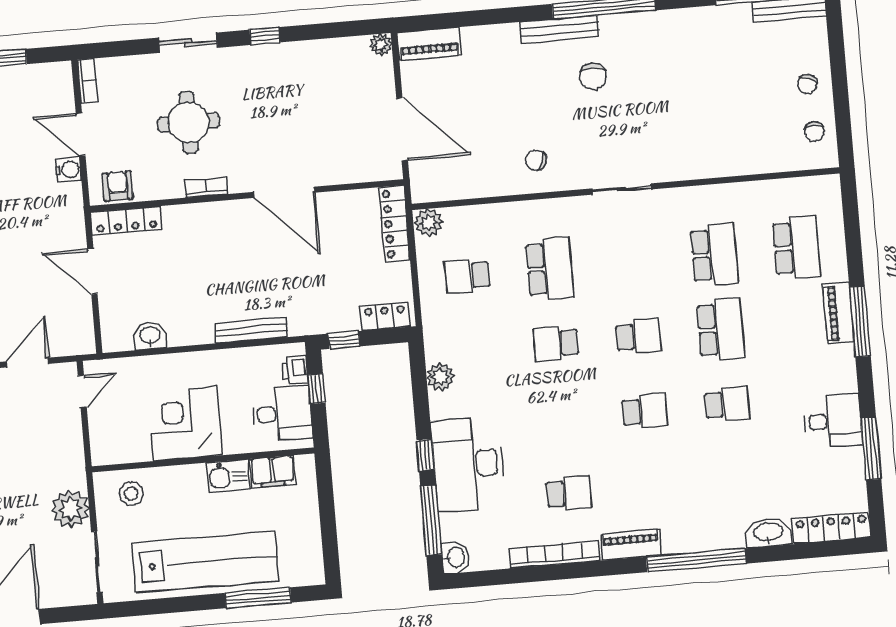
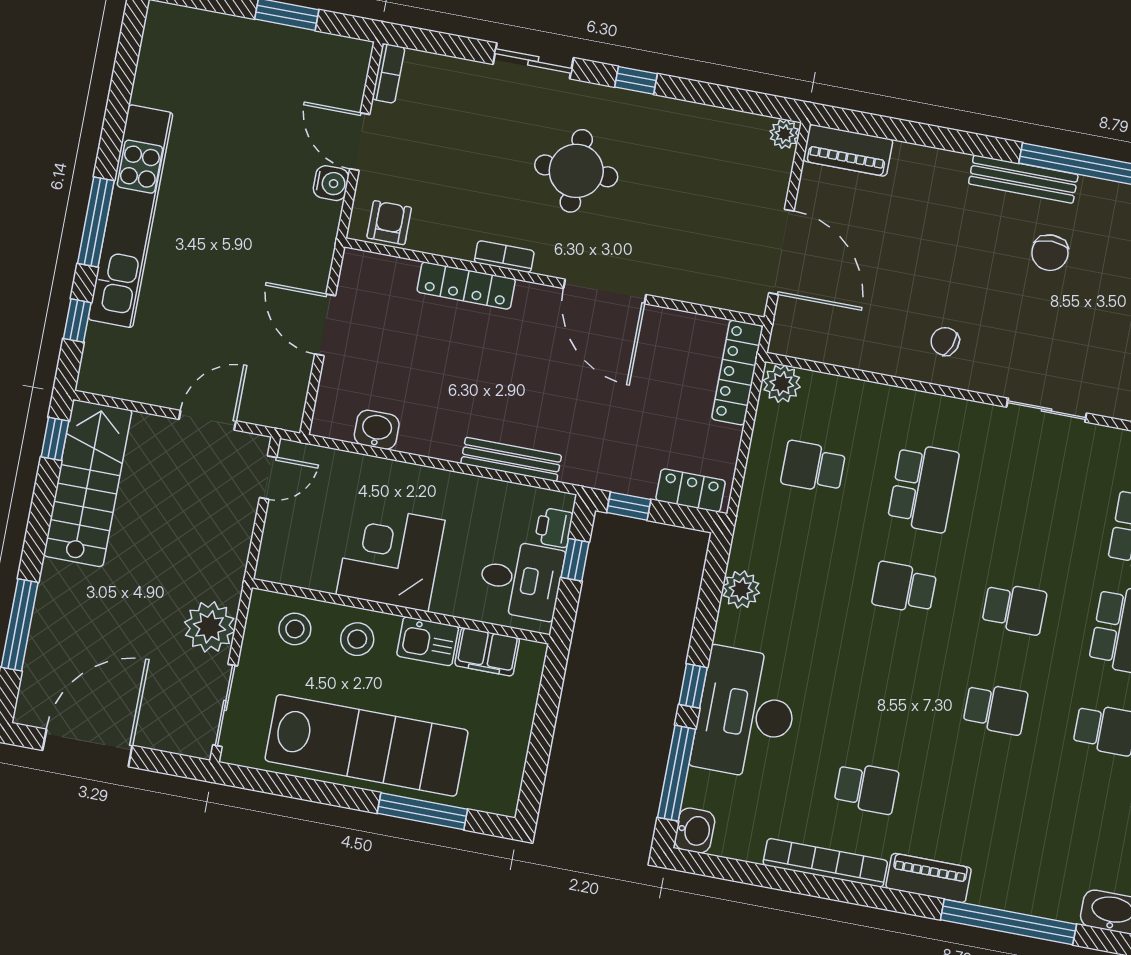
round table: (188, 123) -> (576, 171), moved
locker: (126, 221) -> (466, 286), moved
stool: (178, 488) -> (357, 639), added

